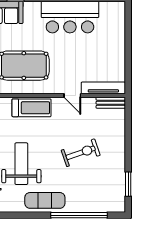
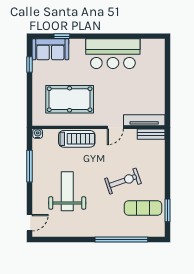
door: (72, 96) -> (115, 127), hinge flipped
exercise mat: (45, 200) -> (143, 208), moved

